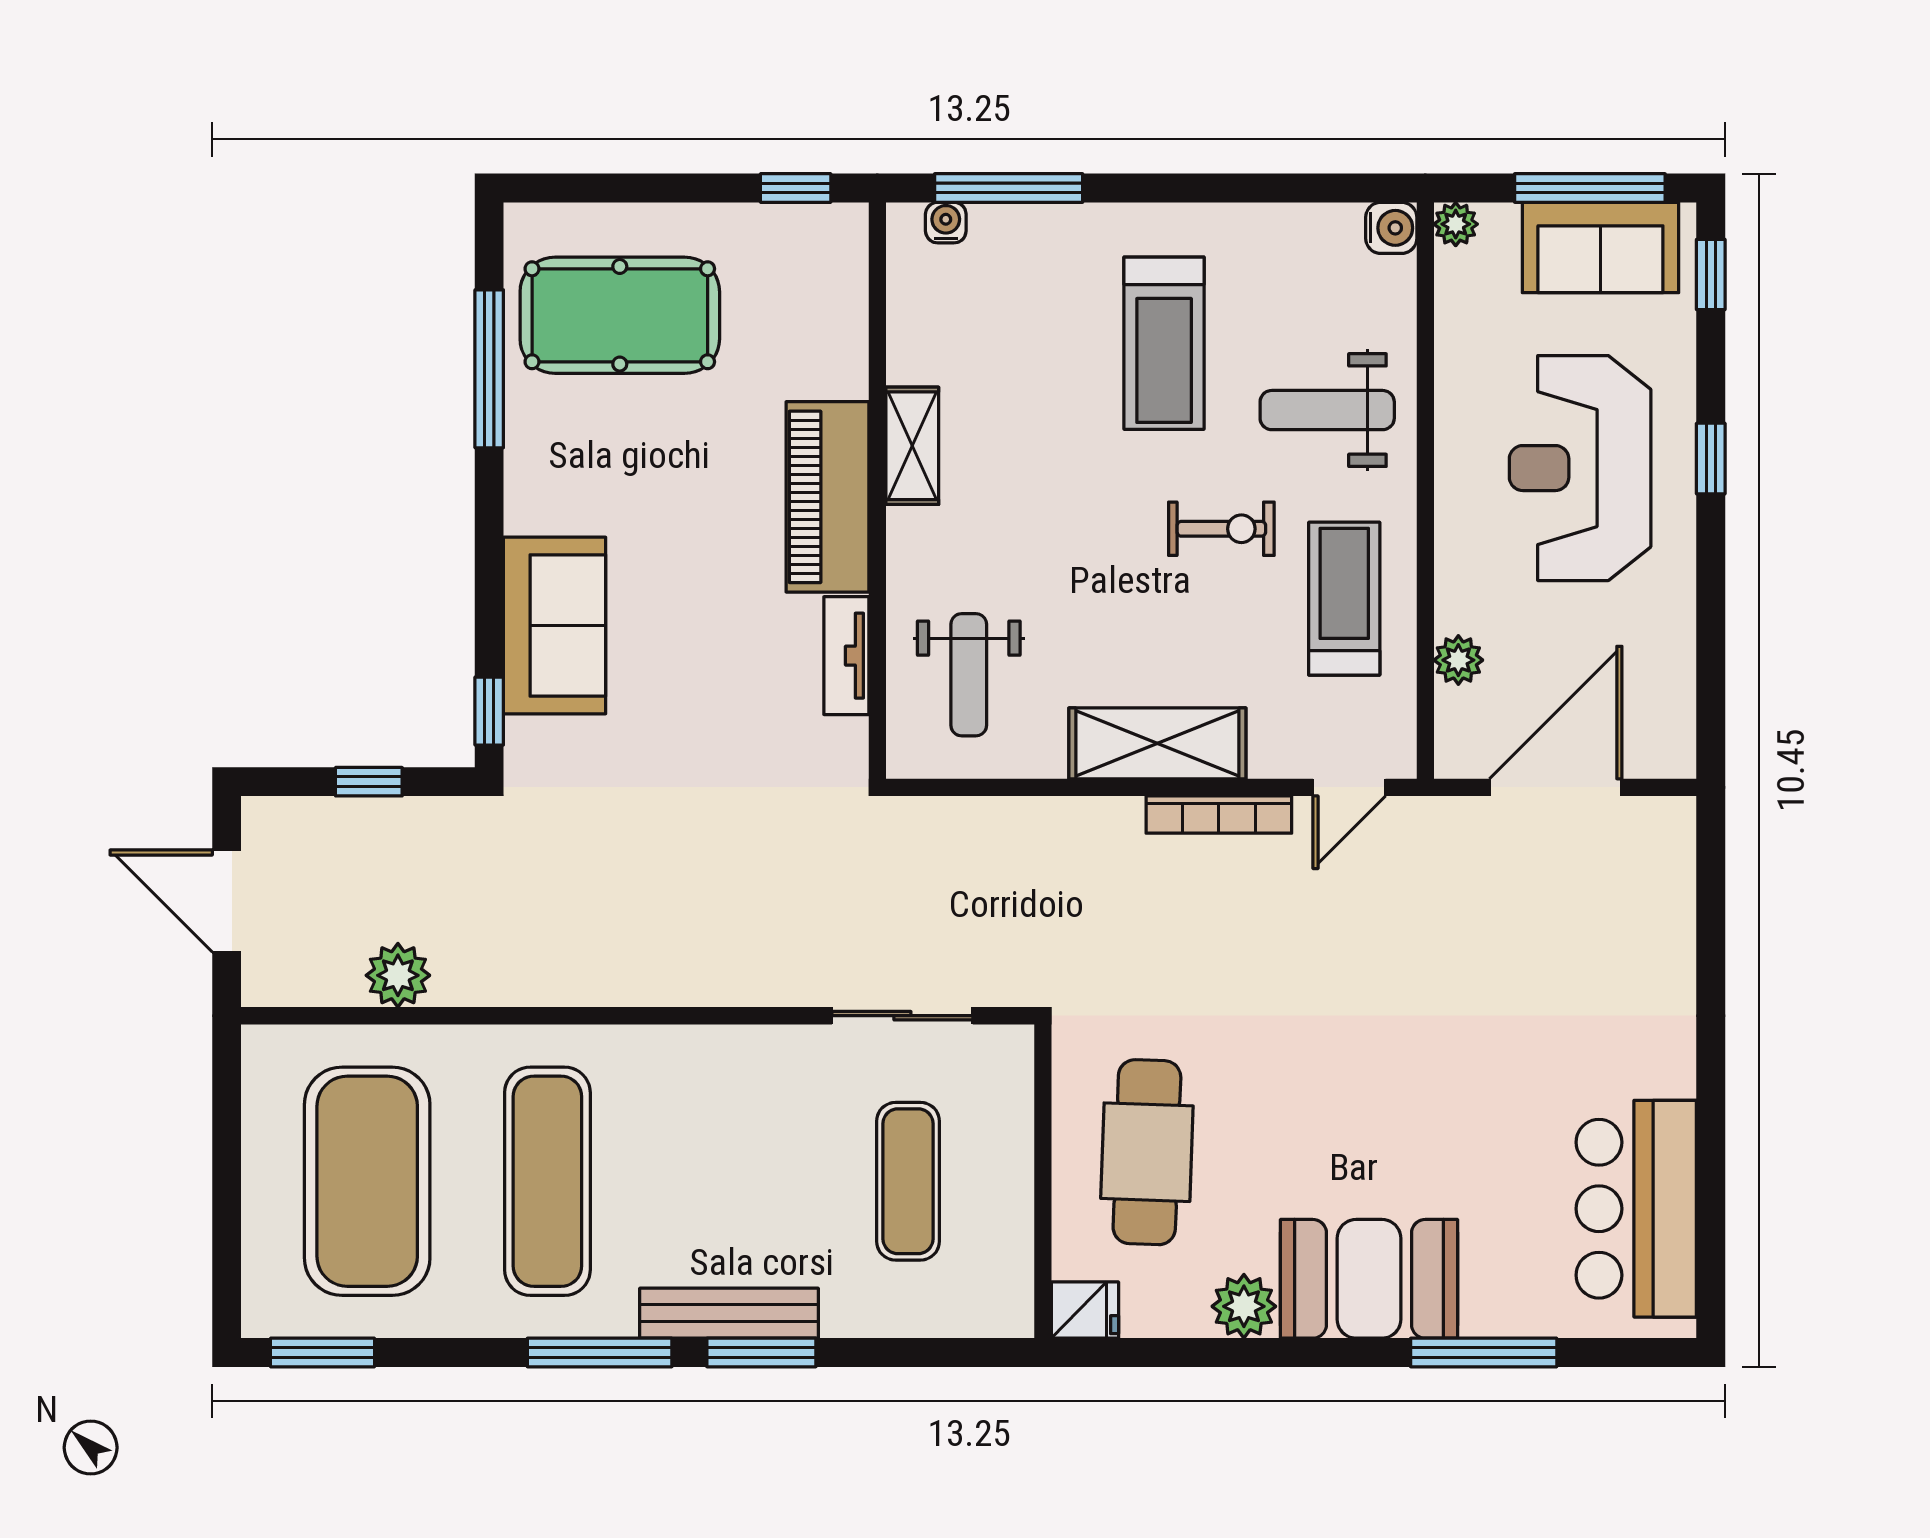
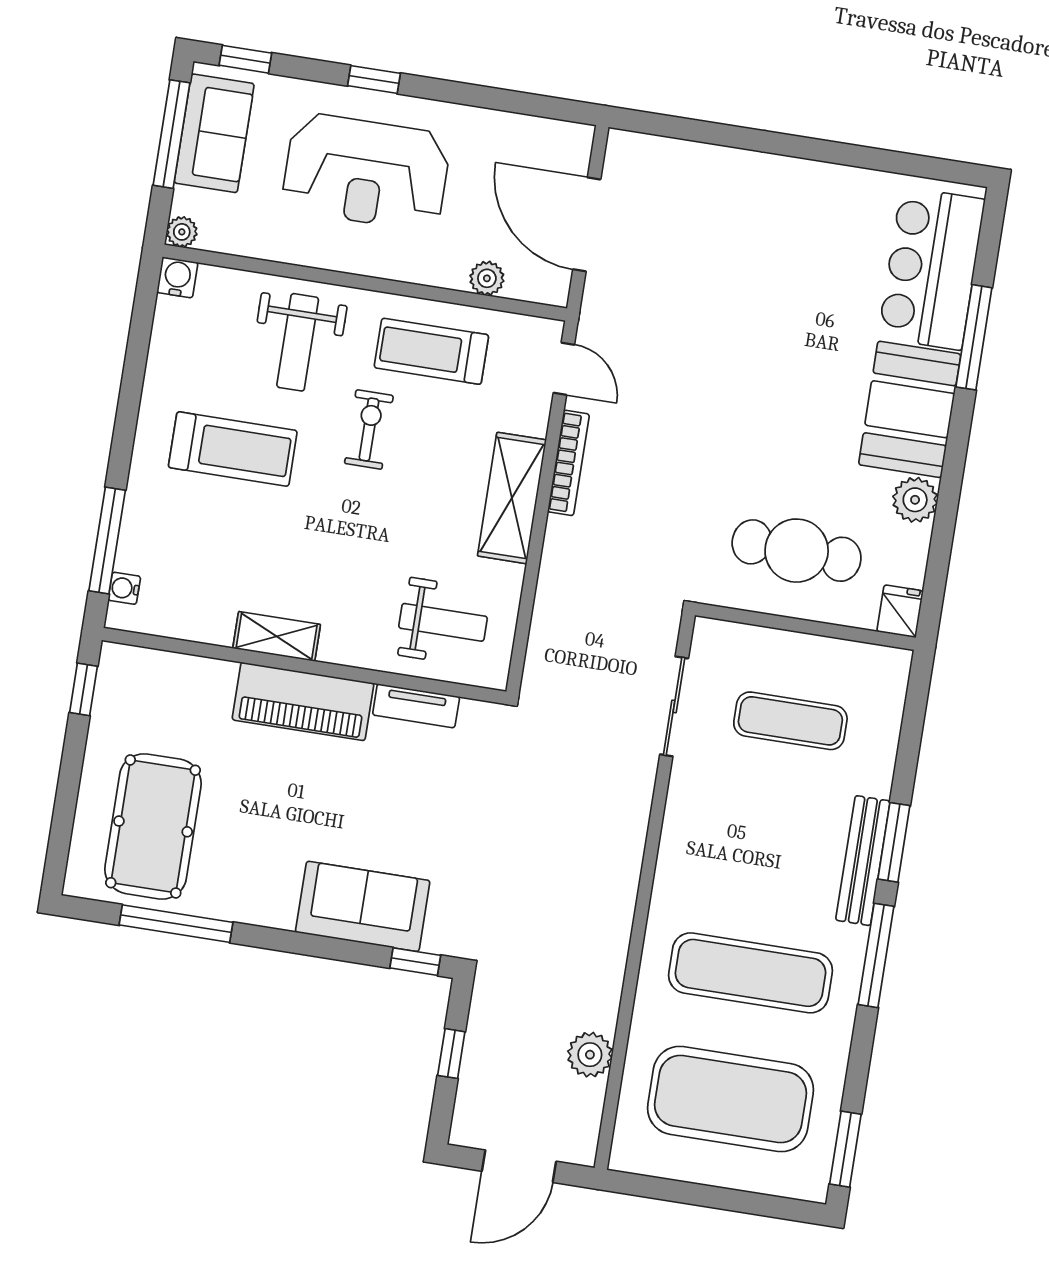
bar counter: (1636, 1209) -> (931, 268), moved, turned 90

